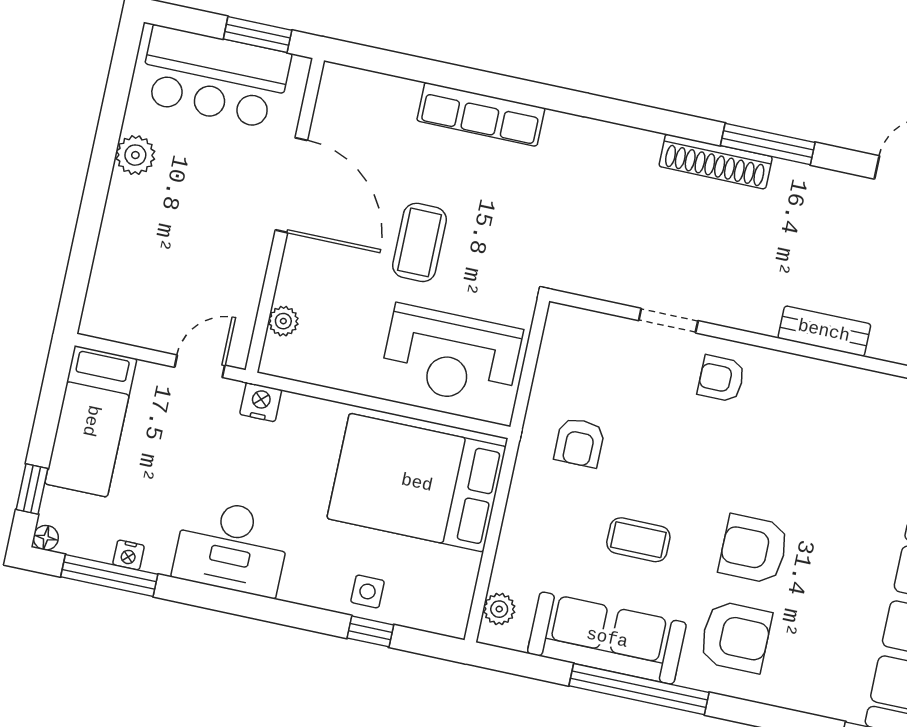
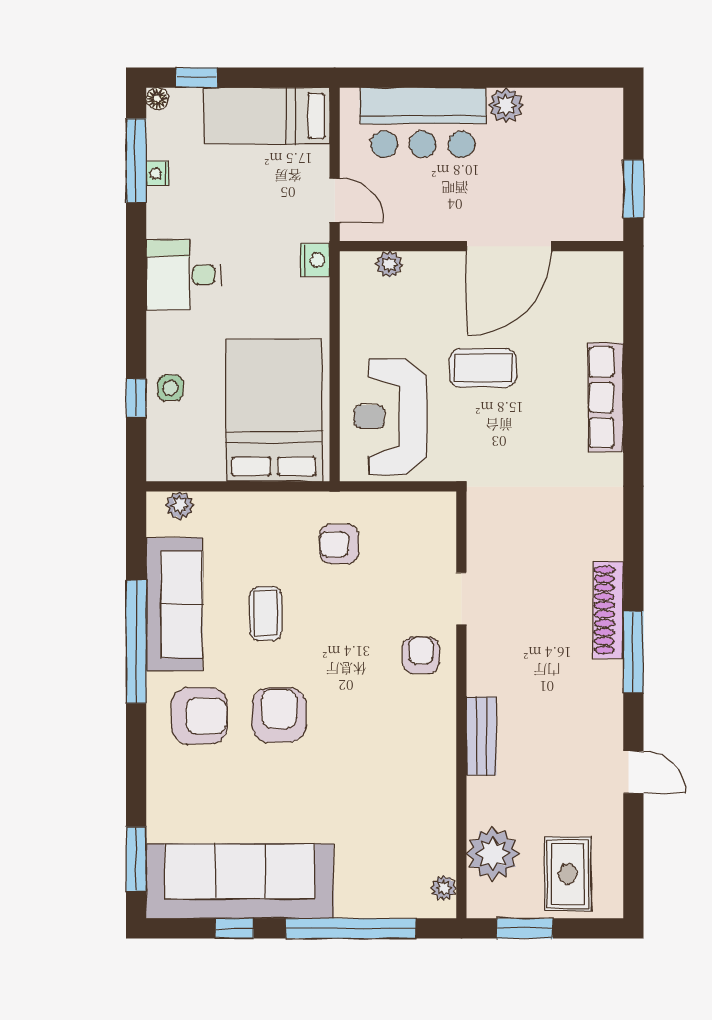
bar counter: (215, 77) -> (423, 123), moved, turned -90
desk: (232, 547) -> (184, 275), width x0.73
armchair: (736, 637) -> (199, 716), turned -90

